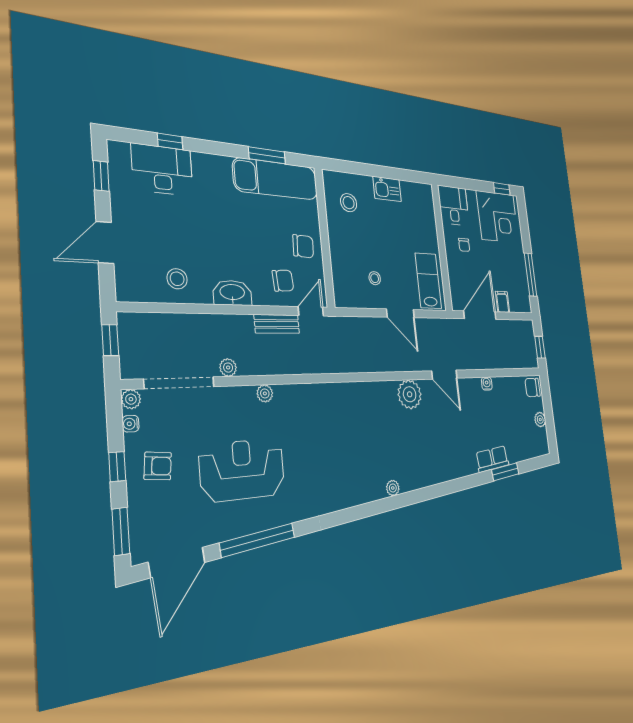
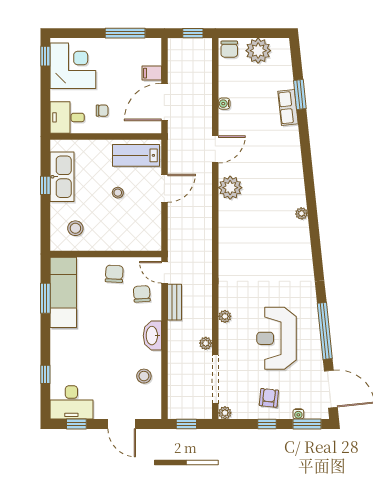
desk: (162, 170) -> (71, 402), moved, turned -90
window: (388, 173) -> (45, 185), added
kitchen sink: (387, 189) -> (62, 177), width x1.88, depth x1.24
stool: (375, 278) -> (118, 193), moved
door: (480, 315) -> (164, 102), hinge flipped
plant: (540, 420) -> (258, 51), width x1.87, depth x1.87
water cooler: (131, 424) -> (298, 414), moved

